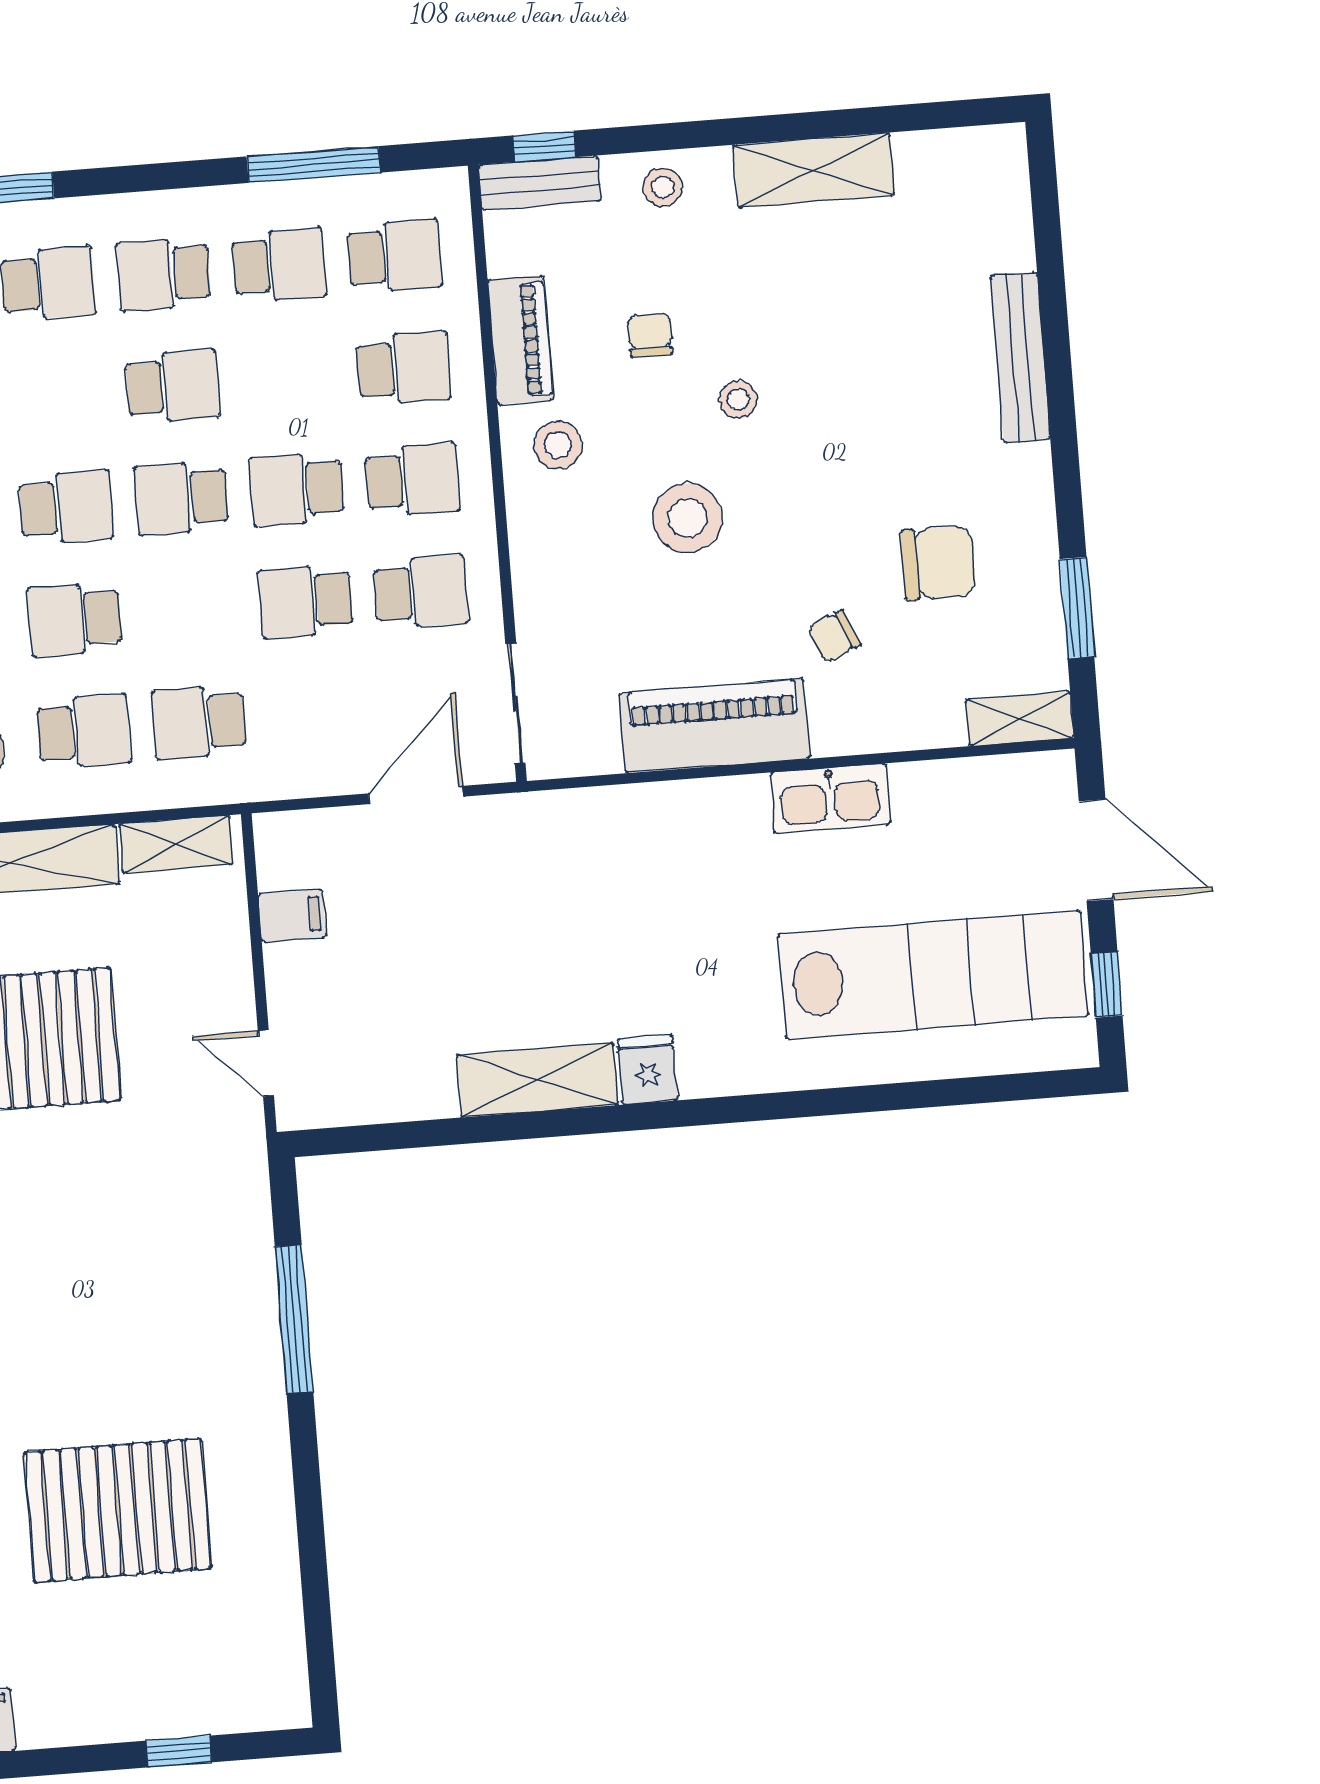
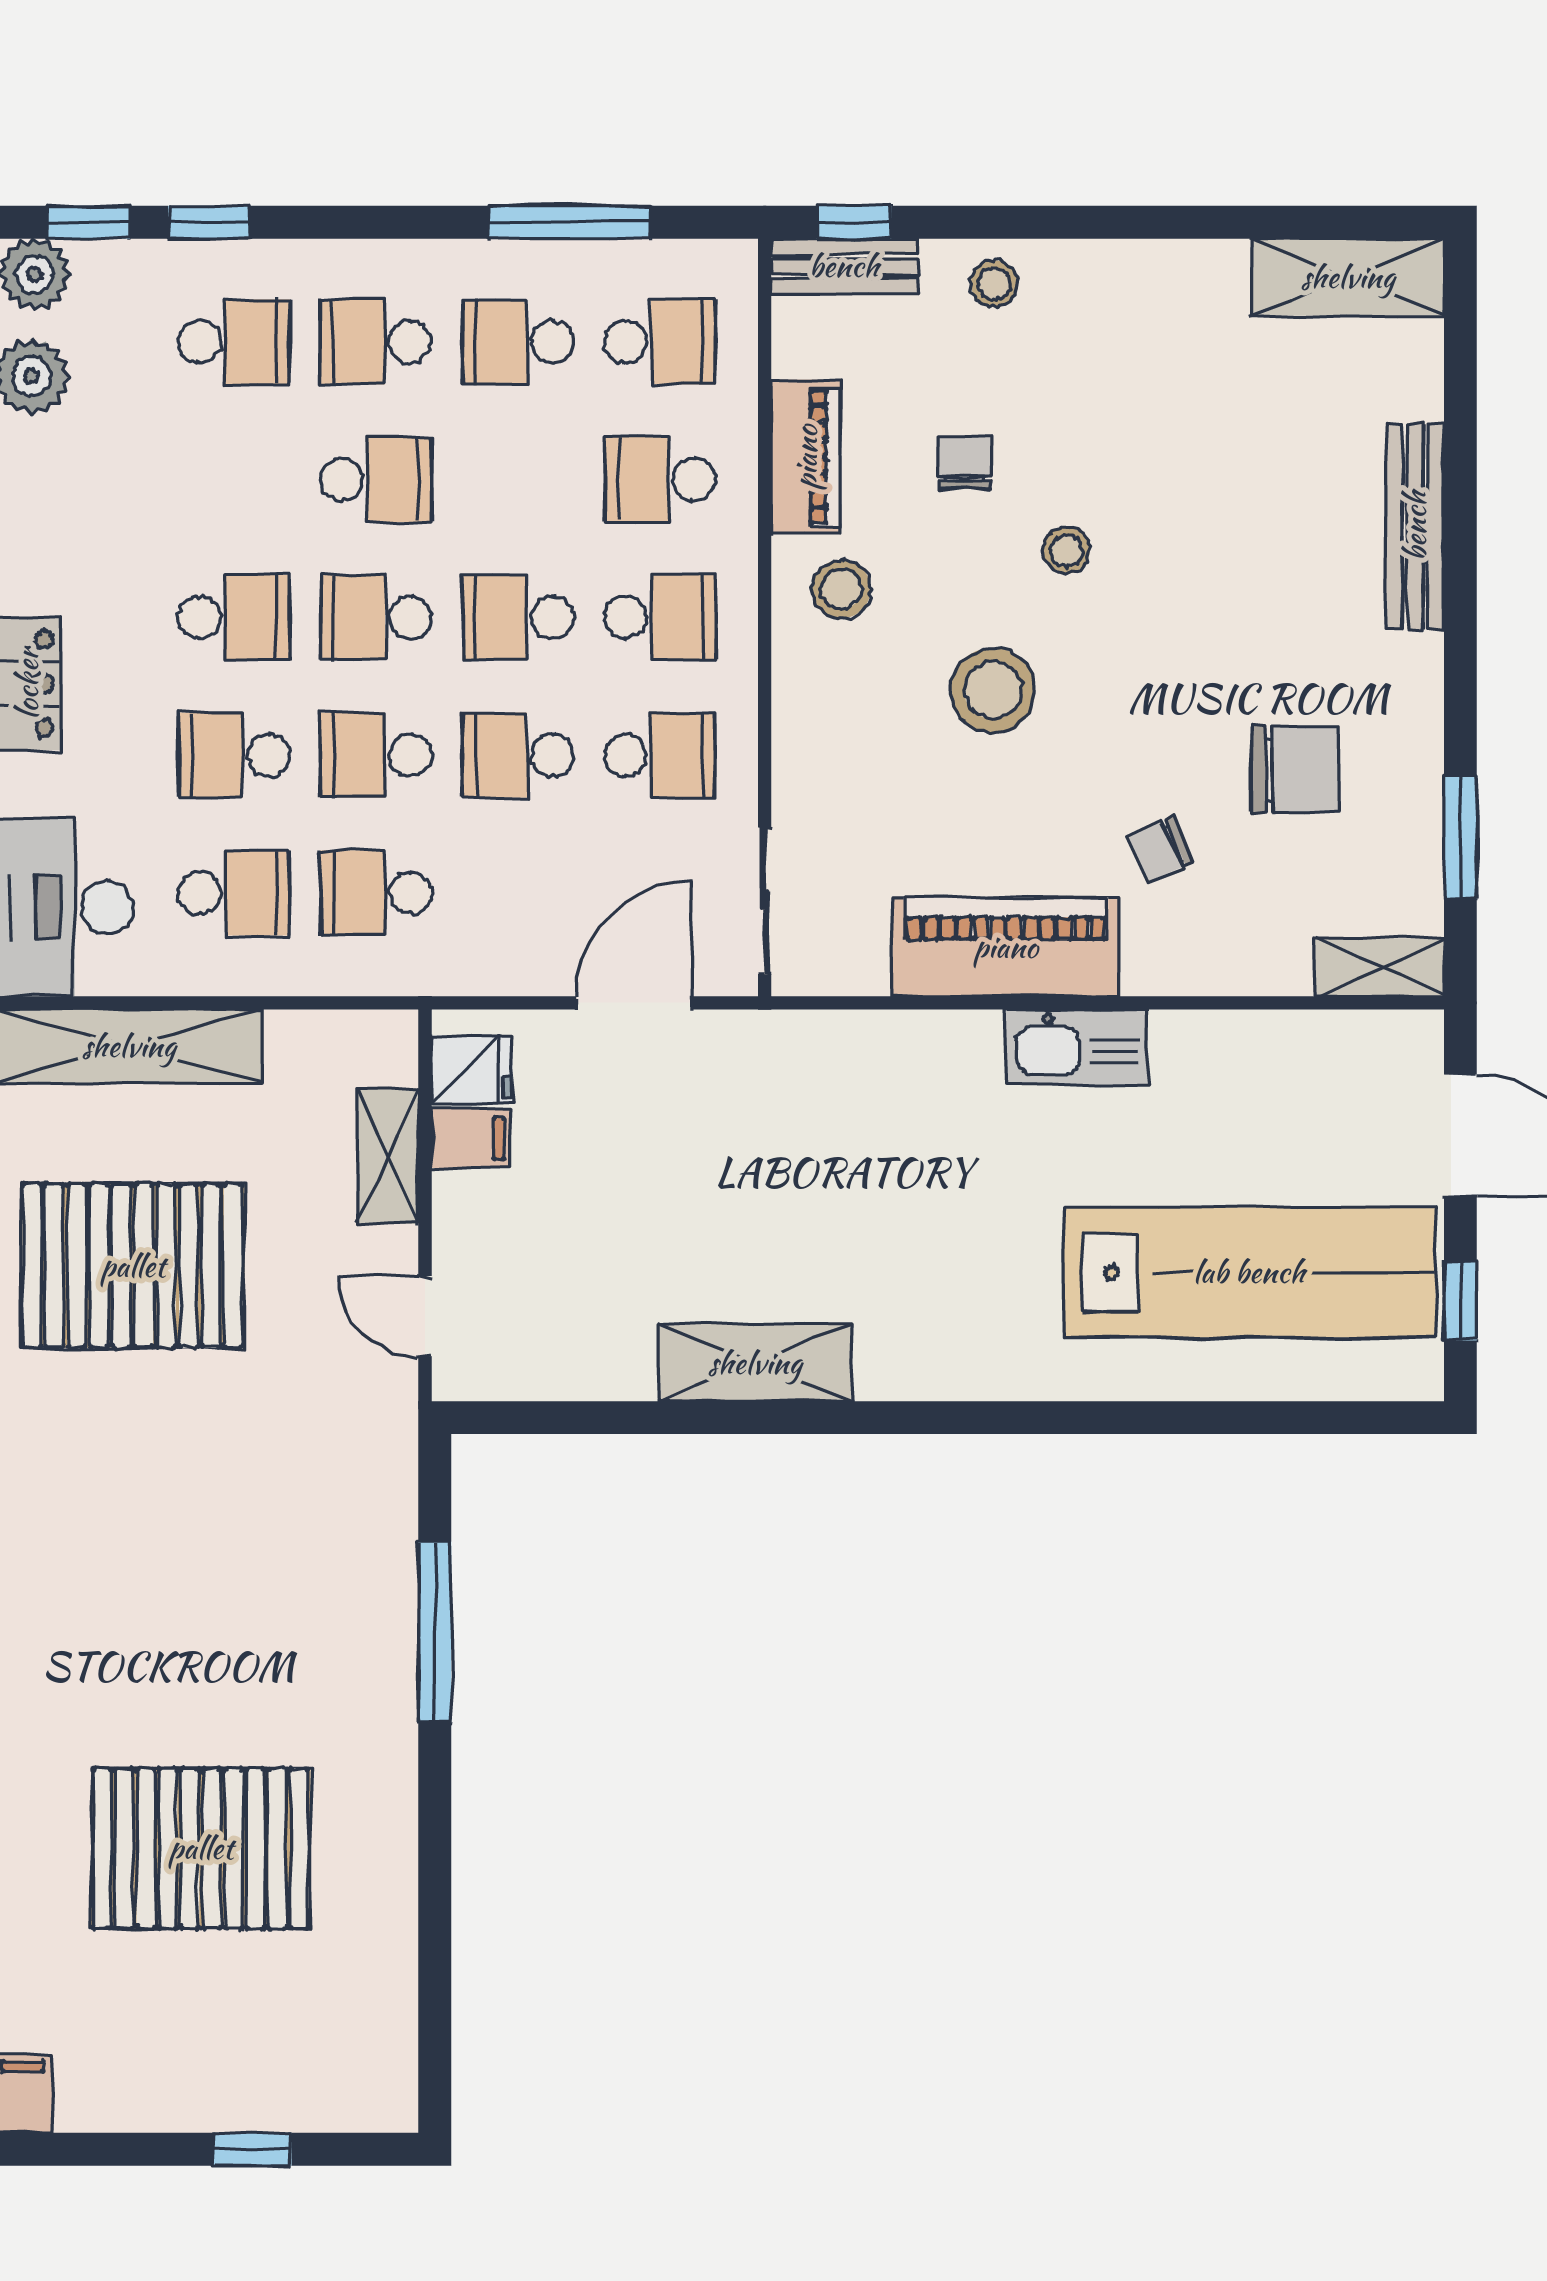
shelving: (814, 170) -> (1348, 277), moved
school desk: (279, 265) -> (518, 342), turned 180
school desk: (403, 368) -> (660, 480), turned 180
school desk: (190, 610) -> (376, 755), added
kitchen sink: (830, 798) -> (1076, 1047), moved
shelving: (176, 844) -> (388, 1156), moved, turned 90
fridge: (648, 1070) -> (472, 1069), moved, turned 90

